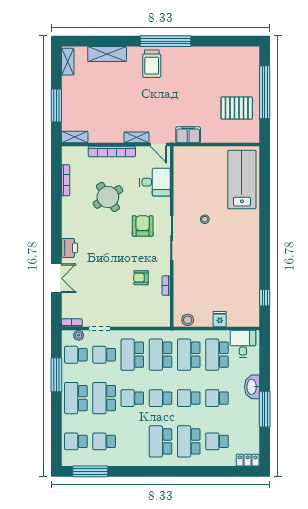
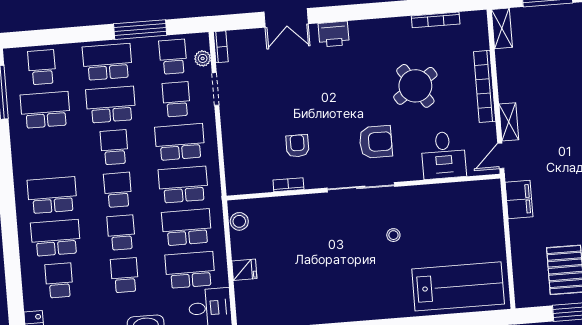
school desk: (104, 441) -> (45, 110), width x1.85

